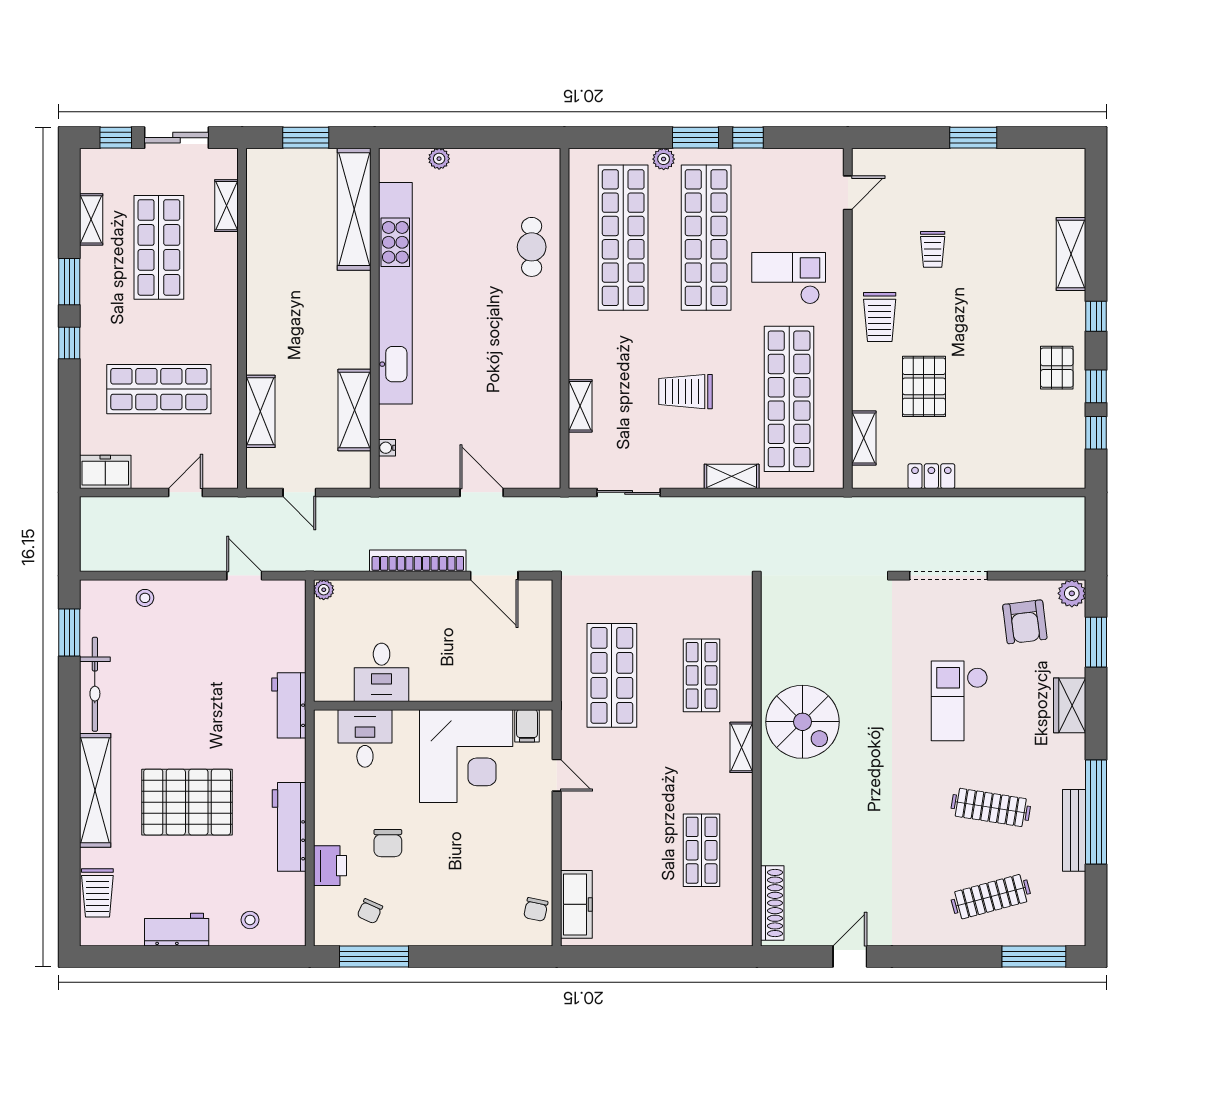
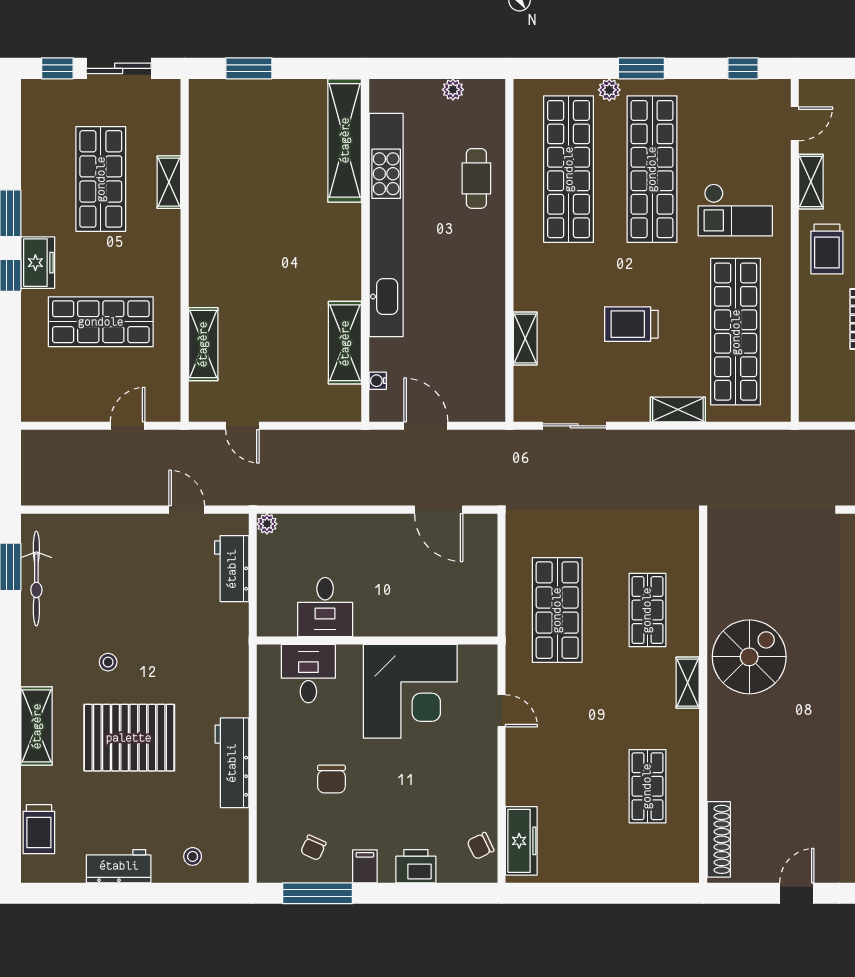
window: (748, 138) -> (743, 68), moved
plant: (439, 159) -> (453, 90), moved
shelving: (226, 206) -> (169, 182), moved
shelving: (354, 209) -> (345, 140), moved
shelving: (91, 219) -> (33, 151), removed
checkout: (789, 278) -> (735, 210), turned 180
kitchen unit: (395, 293) -> (386, 225), moved
wall: (375, 318) -> (365, 250), moved
shelving: (354, 410) -> (345, 343), moved
shelving: (864, 438) -> (811, 182), moved
water cooler: (387, 448) -> (378, 381), moved
freezer: (105, 472) -> (38, 263), moved, turned 90
bookcase: (418, 561) -> (362, 495), removed
stool: (145, 598) -> (108, 662), moved
bicycle: (95, 684) -> (36, 579), moved
workbench: (289, 705) -> (232, 569), moved
spiral stairs: (802, 722) -> (749, 657), turned -90
filing cabinet: (527, 726) -> (365, 866), moved, turned 180
shelving: (95, 790) -> (37, 726), width x0.68
printer: (330, 866) -> (416, 866), moved, turned -90
chair: (536, 909) -> (481, 846), turned 52

